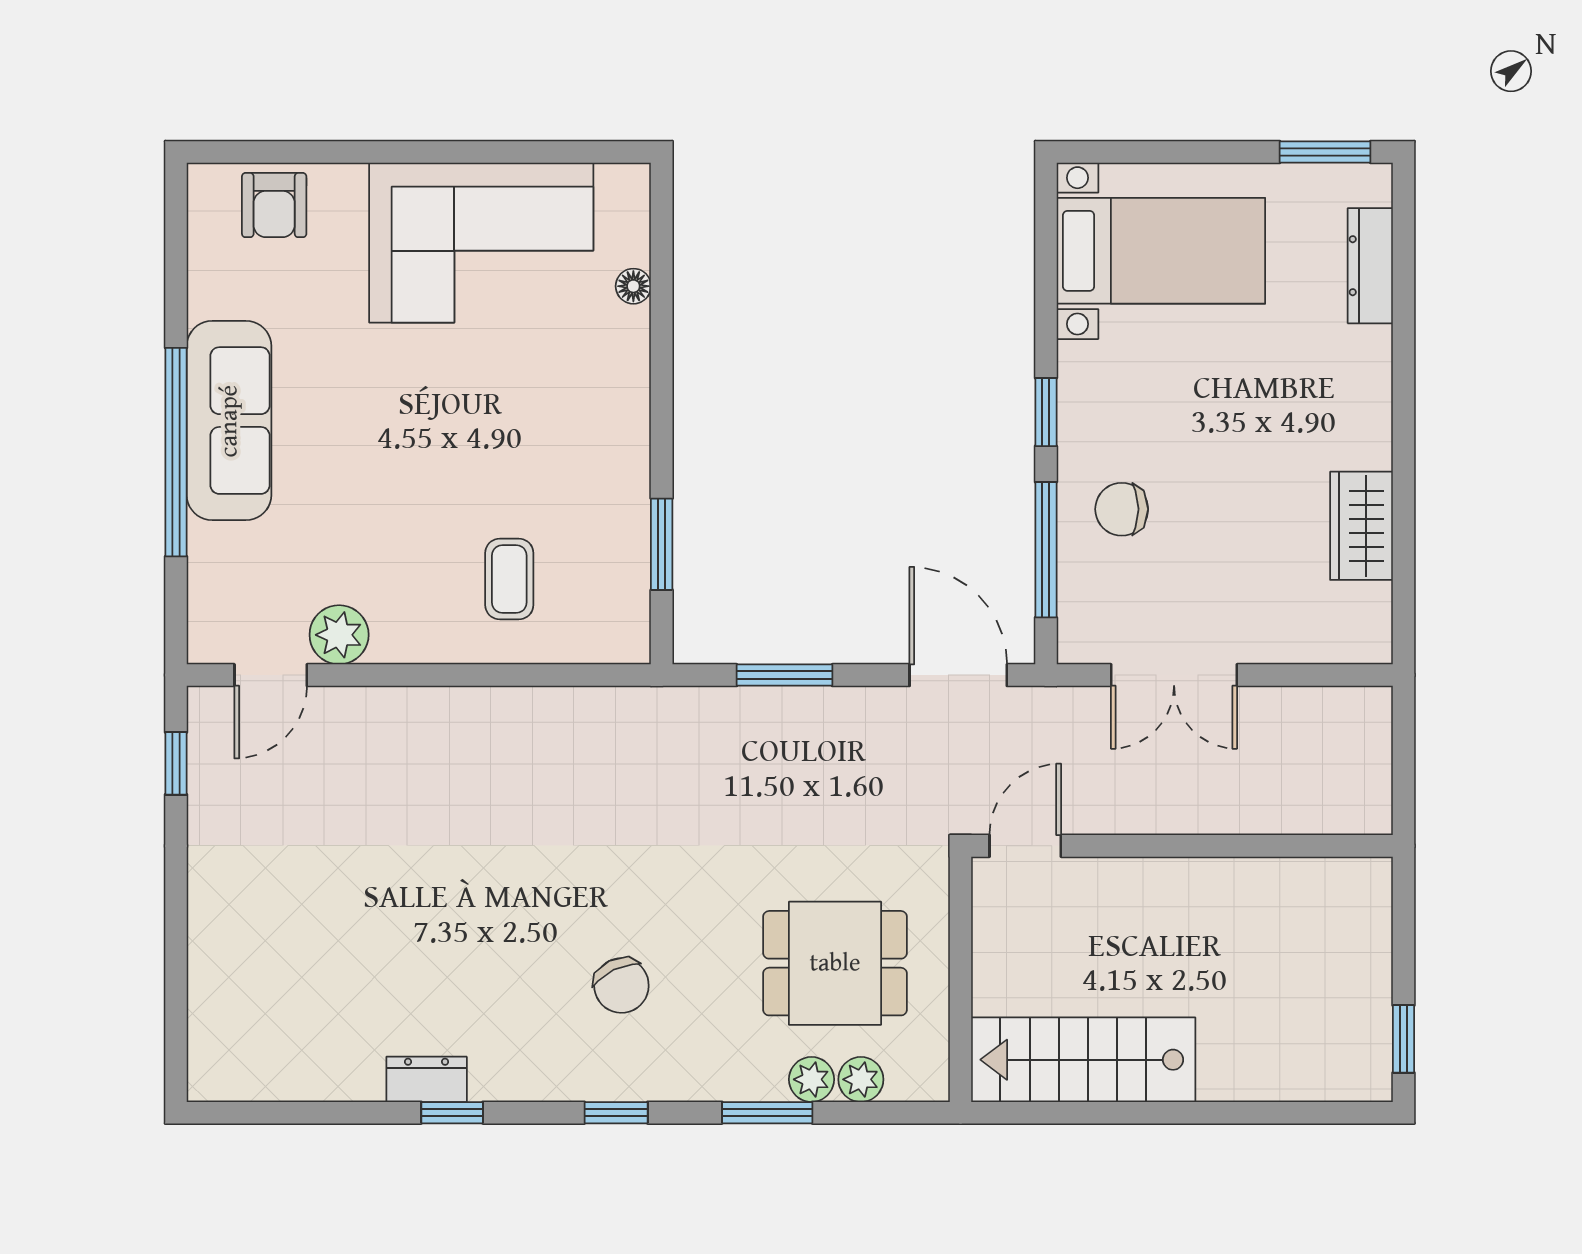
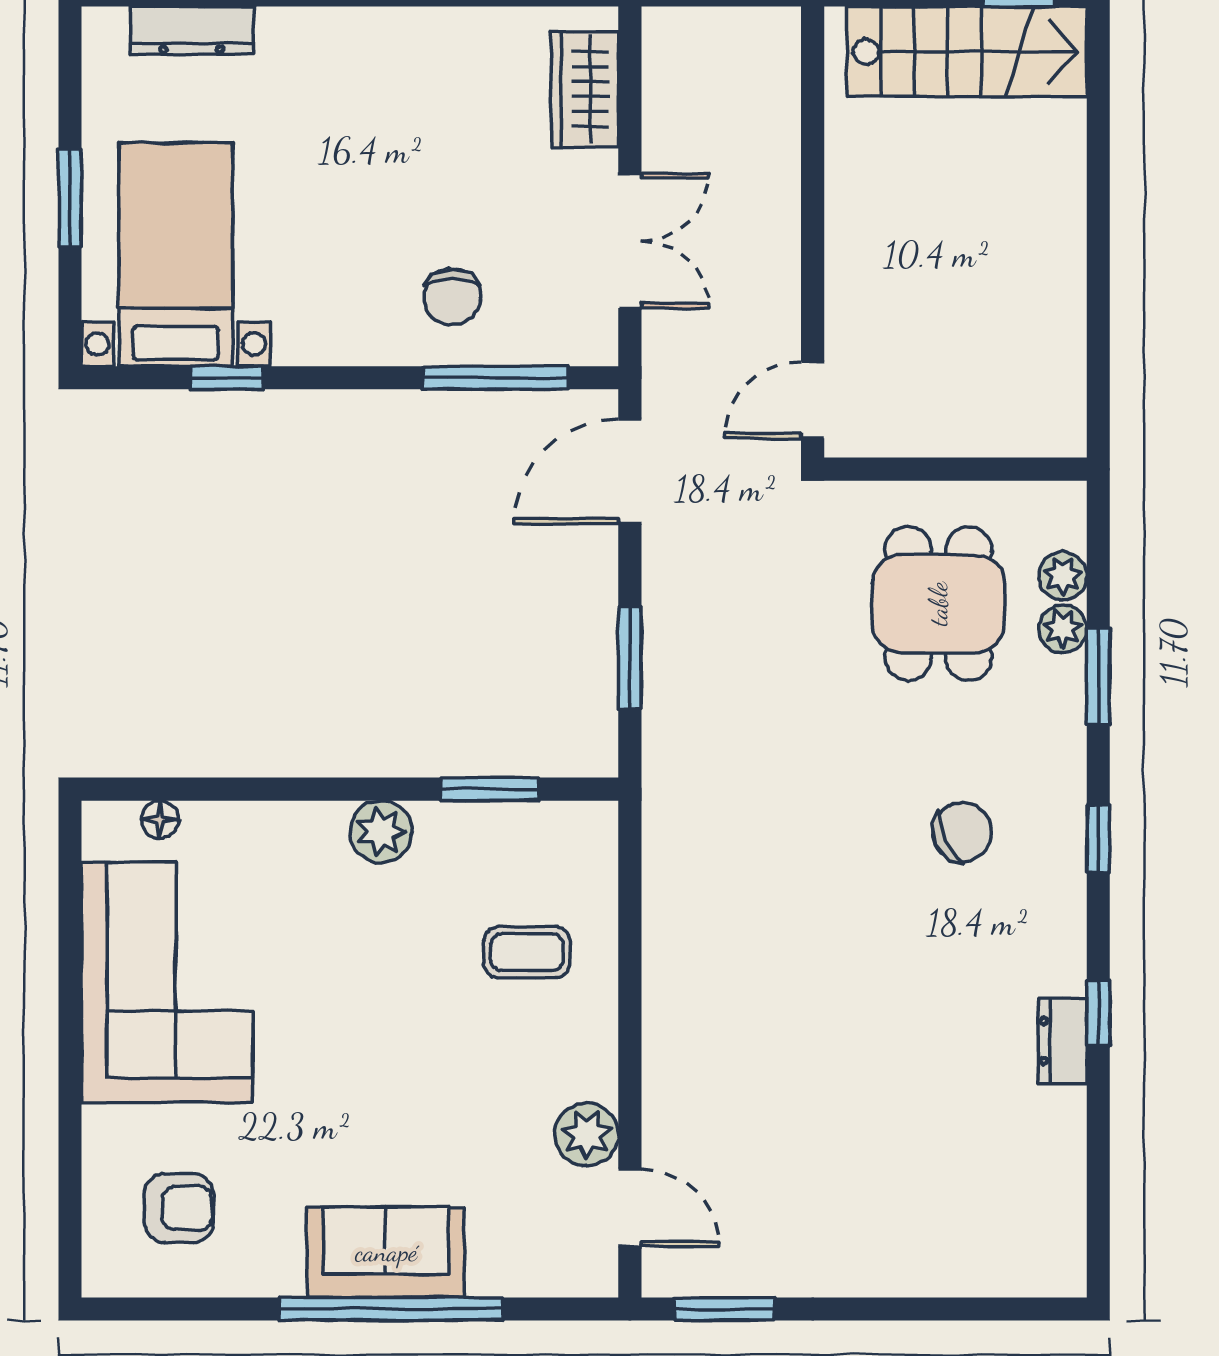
window: (1325, 152) -> (70, 198), moved
armchair: (274, 205) -> (179, 1208), moved
floor lamp: (633, 286) -> (160, 819), moved
window: (1046, 412) -> (227, 378), moved
sofa: (229, 421) -> (386, 1252), width x0.73
plant: (622, 443) -> (381, 832), added
wardrobe: (1361, 526) -> (585, 89), moved, turned 90
window: (176, 763) -> (724, 1309), width x1.50
door: (1025, 846) -> (813, 400), hinge flipped
stairs: (1083, 1060) -> (967, 52), moved, turned -90

